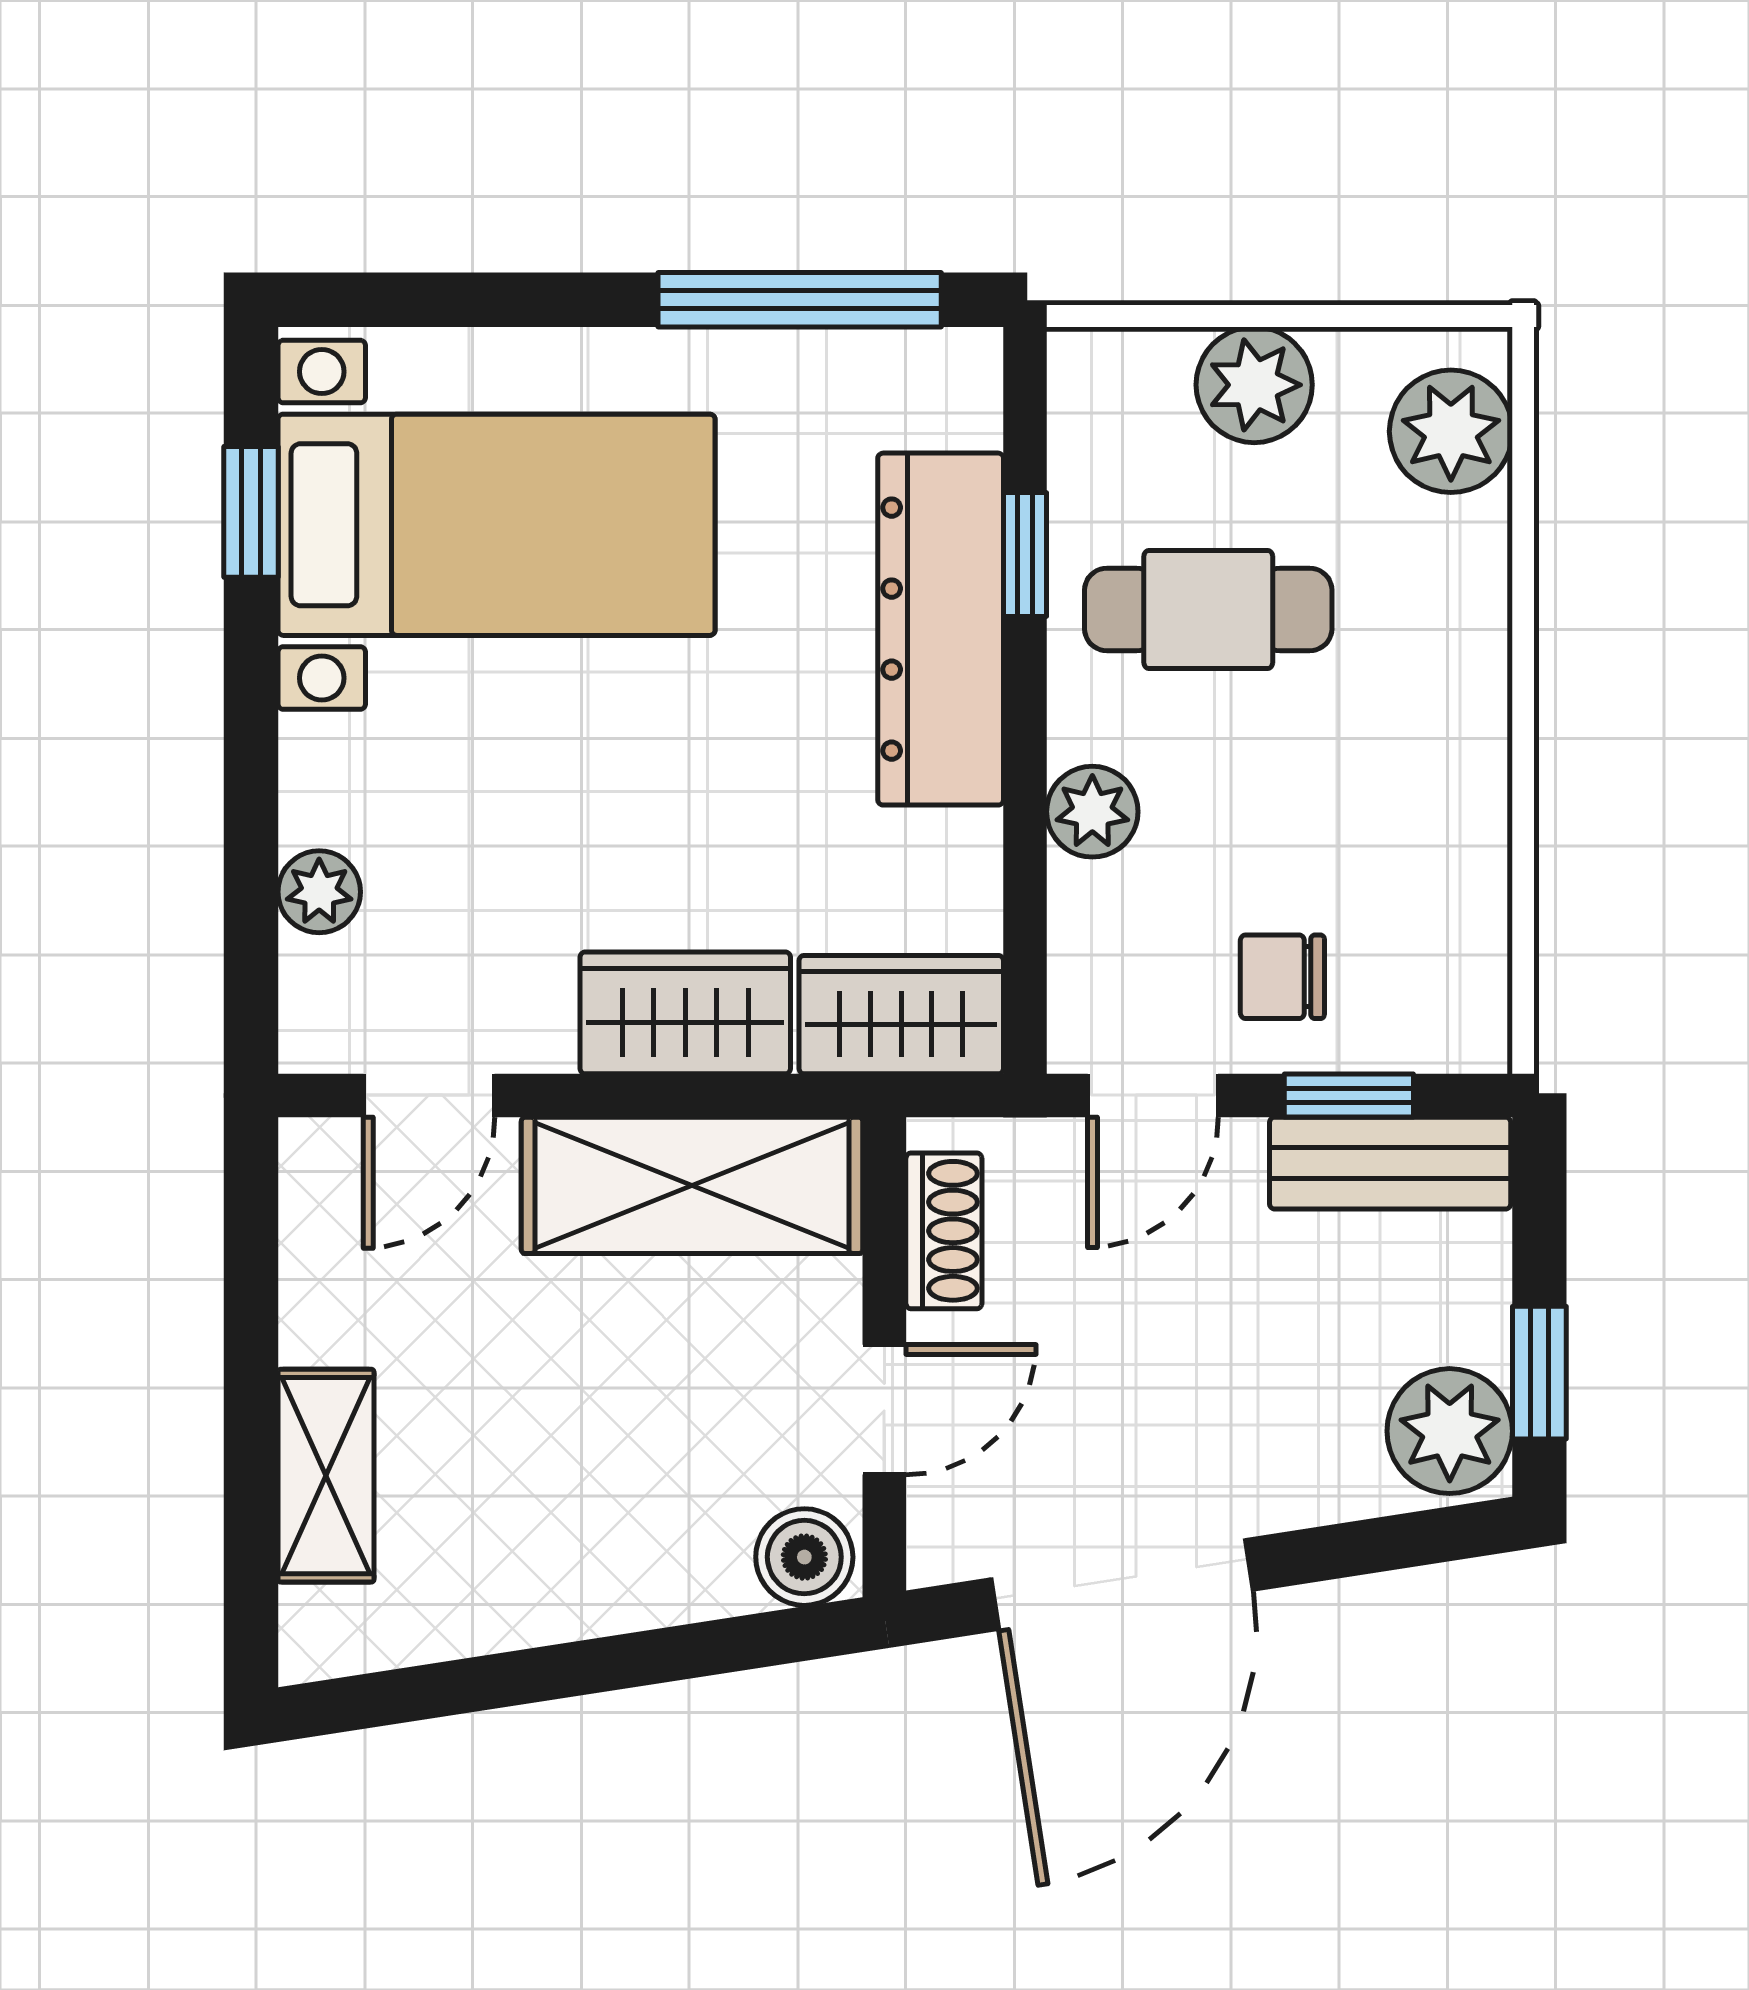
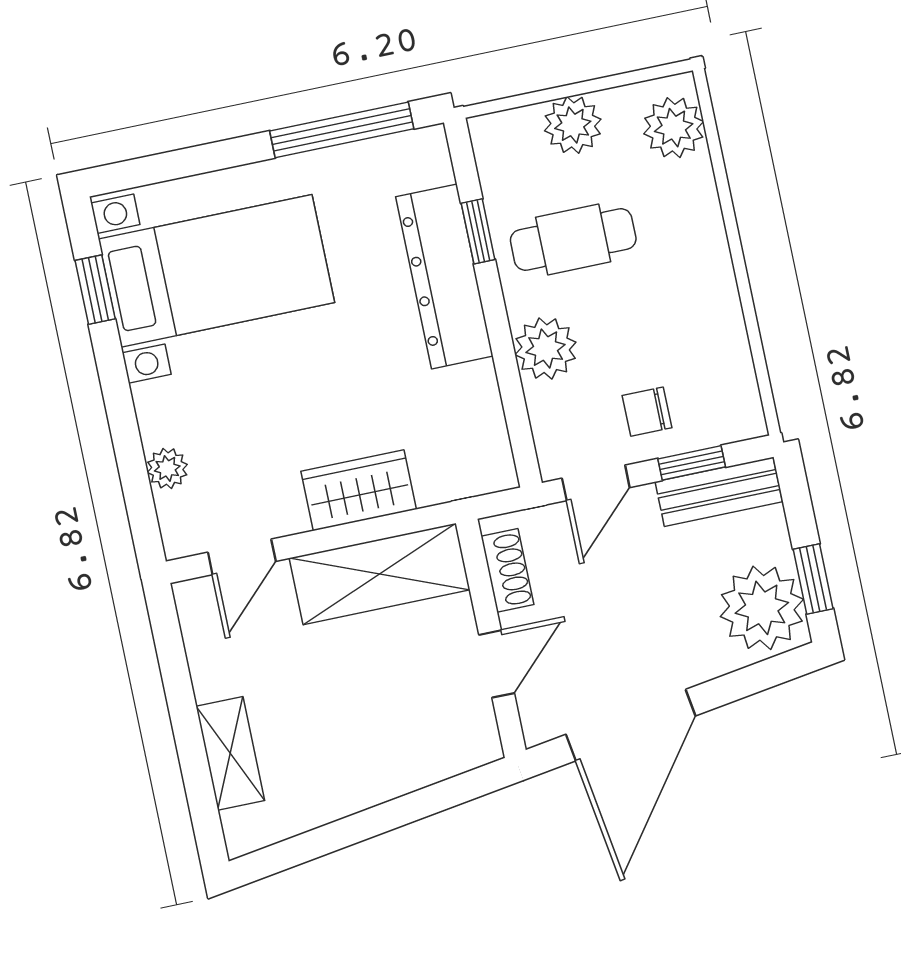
plant: (1092, 812) -> (546, 349), width x1.38, depth x1.38
wardrobe: (901, 1015) -> (464, 469), removed
plant: (1450, 1431) -> (762, 608), width x1.36, depth x1.36
boiler: (804, 1557) -> (472, 744), removed

